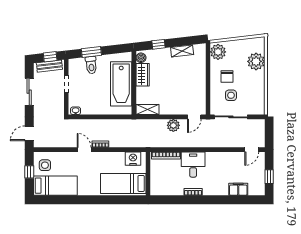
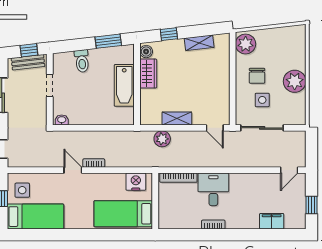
window: (91, 52) -> (108, 41), moved
plant: (256, 61) -> (295, 81), moved
bathtub: (121, 84) -> (124, 85), width x0.73, depth x0.73
shelving: (147, 110) -> (177, 118), moved
door: (194, 117) -> (215, 128), hinge flipped
plant: (173, 125) -> (162, 139), moved

